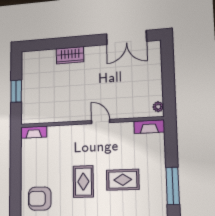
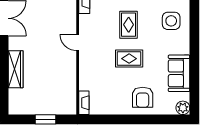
wardrobe: (70, 55) -> (16, 69), width x1.50
door: (101, 122) -> (78, 43), hinge flipped

